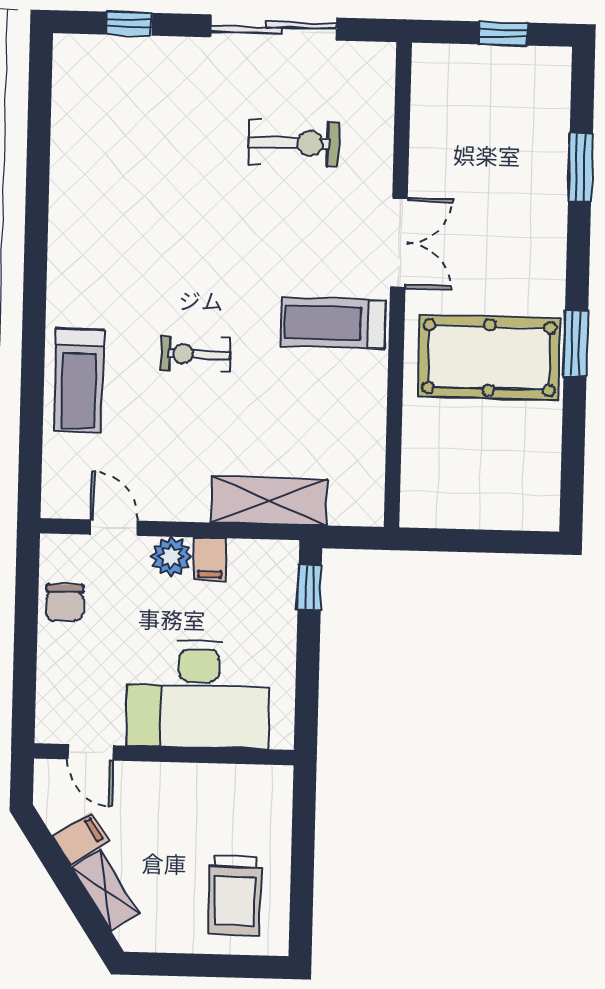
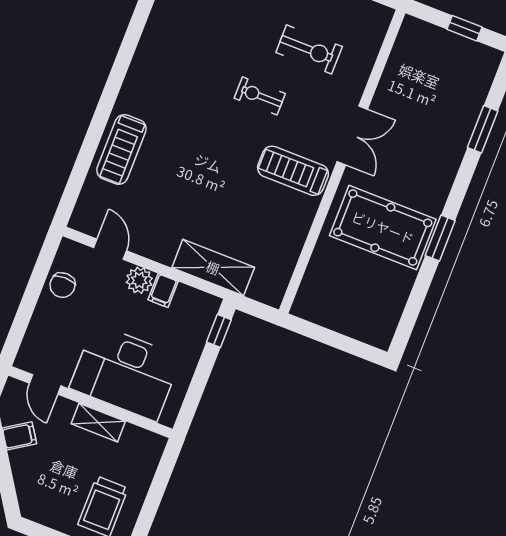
exercise bike: (196, 354) -> (260, 96), moved
shelving: (106, 890) -> (98, 423), moved, turned -57

